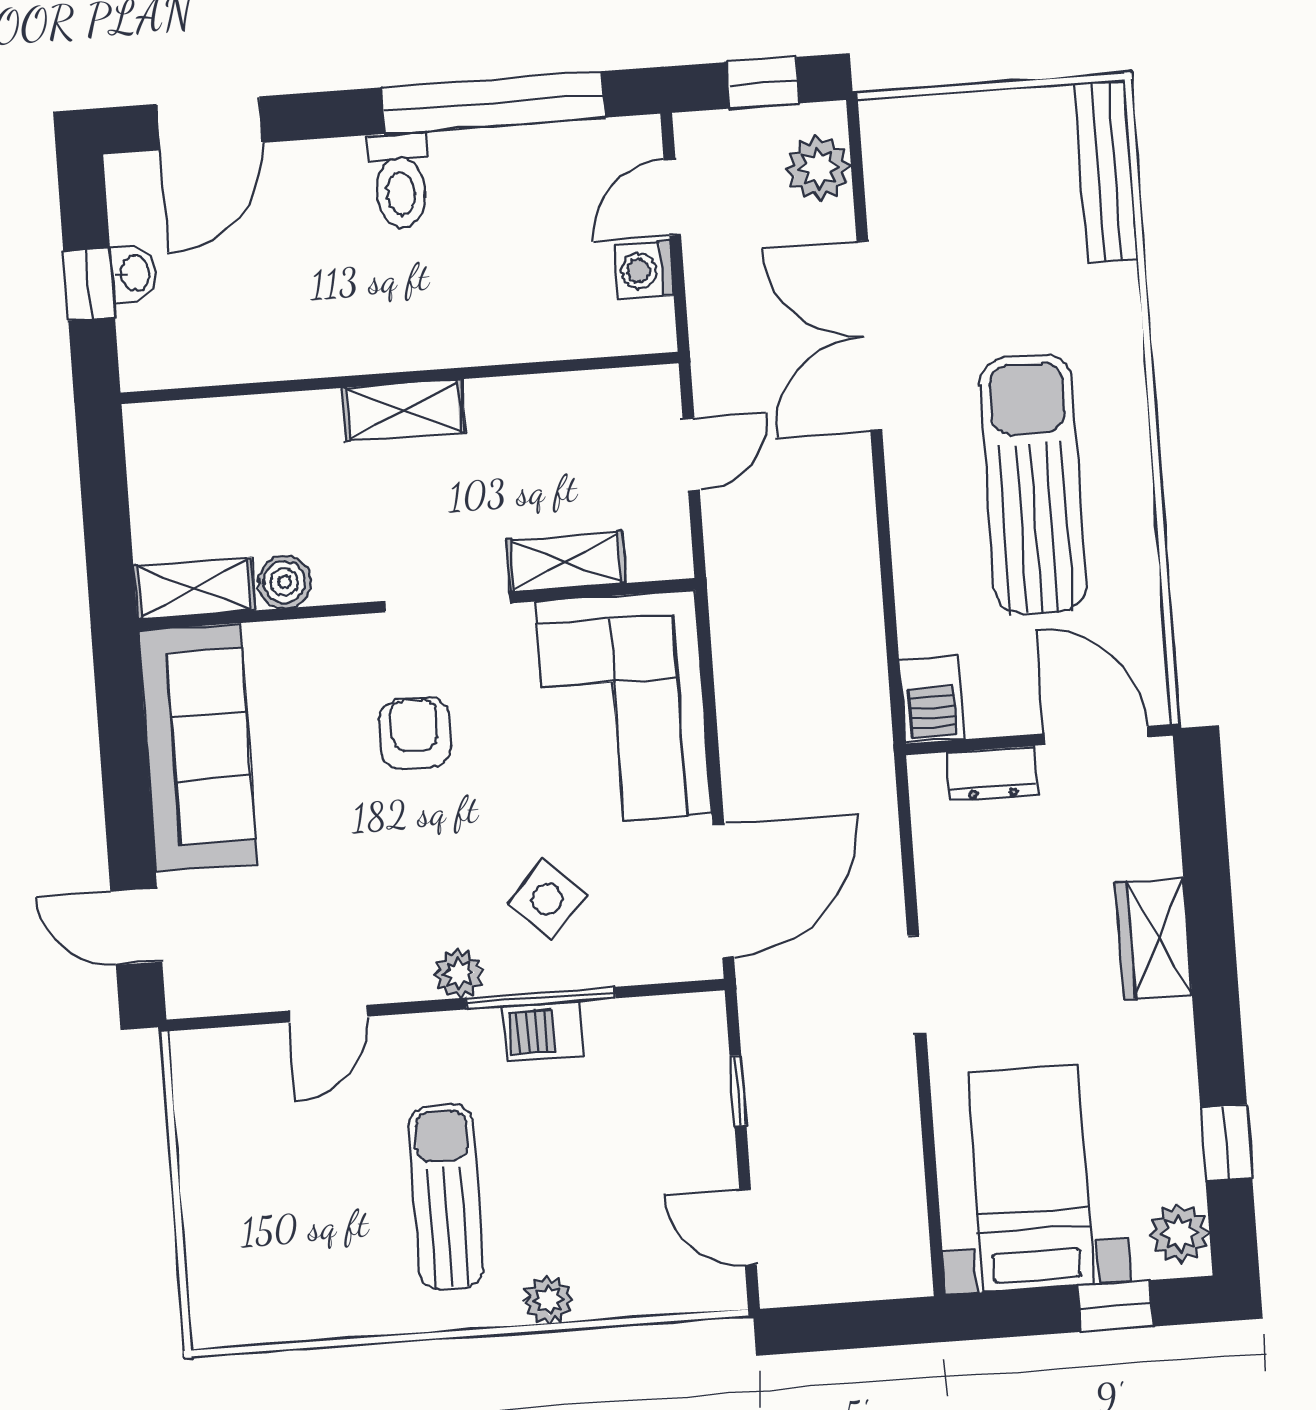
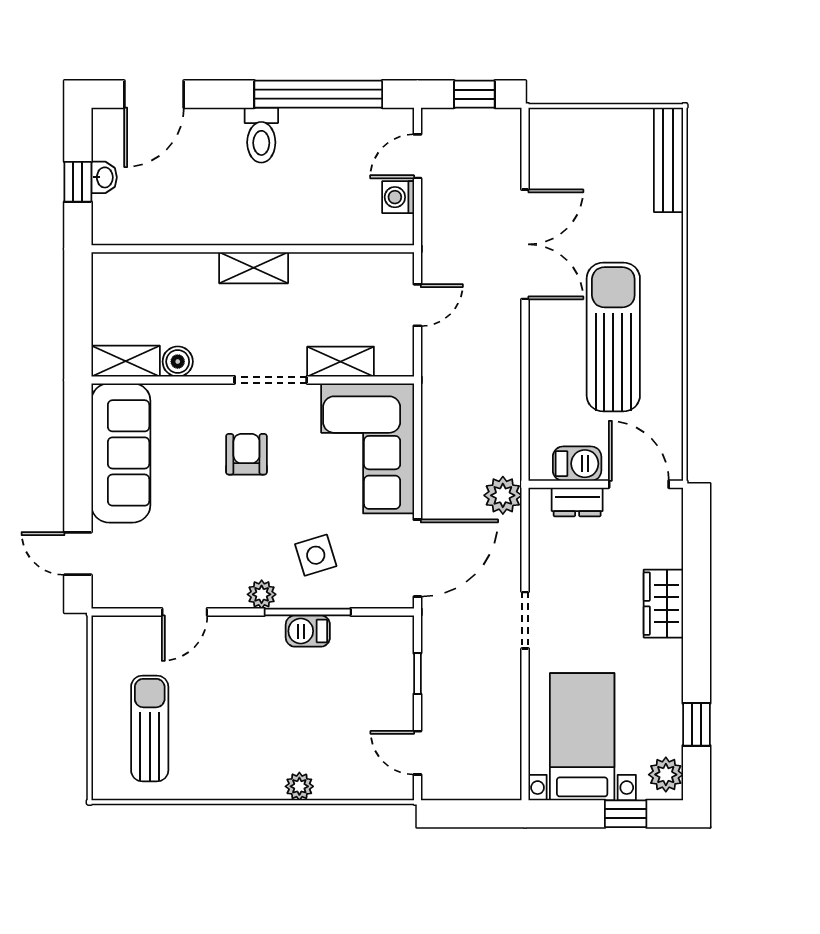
plant: (818, 168) -> (503, 495), moved
double door: (869, 336) -> (525, 244), swing flipped
barbecue: (932, 700) -> (577, 464), moved, turned -90
side table: (547, 899) -> (316, 555), turned 30
sun lounger: (446, 1197) -> (150, 728), moved

